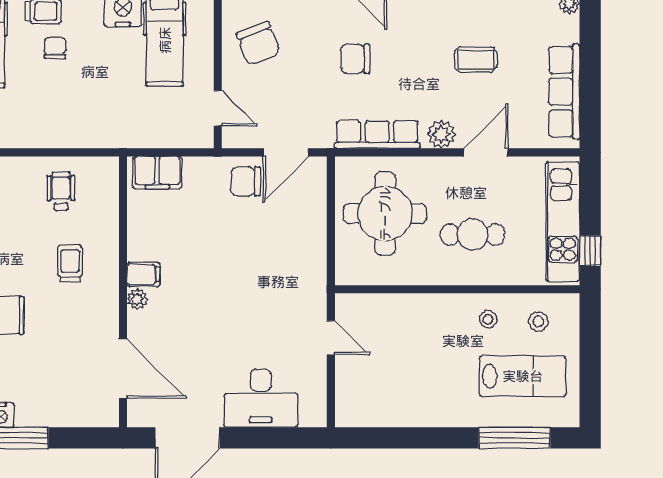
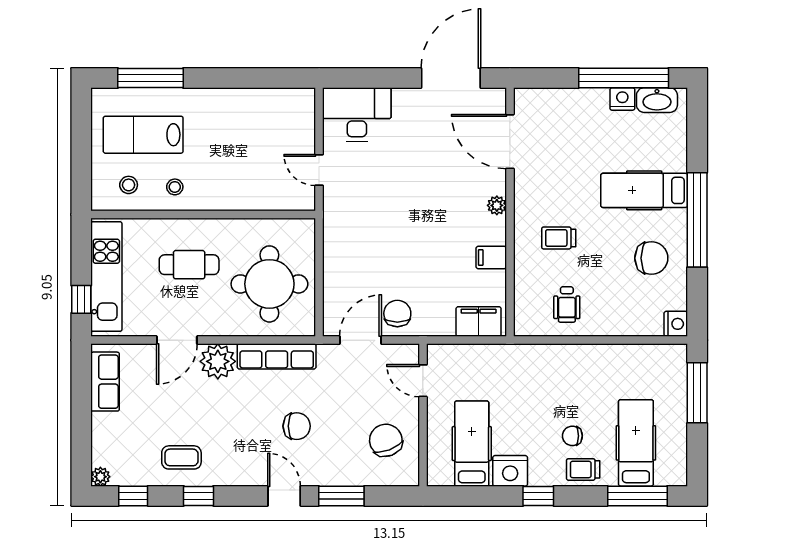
chair: (55, 48) -> (572, 436), turned 90
coffee table: (476, 60) -> (181, 457), moved
row of seats: (564, 92) -> (105, 382), width x0.68
plant: (441, 134) -> (218, 361), width x1.36, depth x1.36
chair: (246, 181) -> (397, 313), turned -90
window: (590, 251) -> (81, 299), moved
trolley: (70, 264) -> (559, 238), turned 90
filing cabinet: (143, 274) -> (491, 258), moved
desk: (261, 398) -> (357, 114), moved

